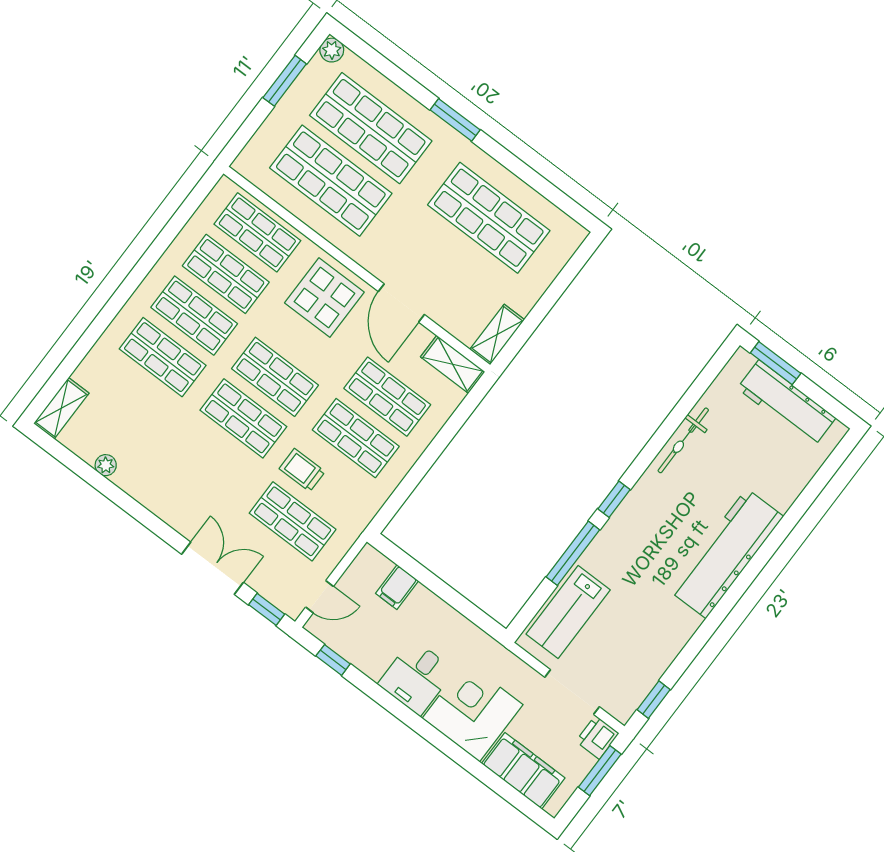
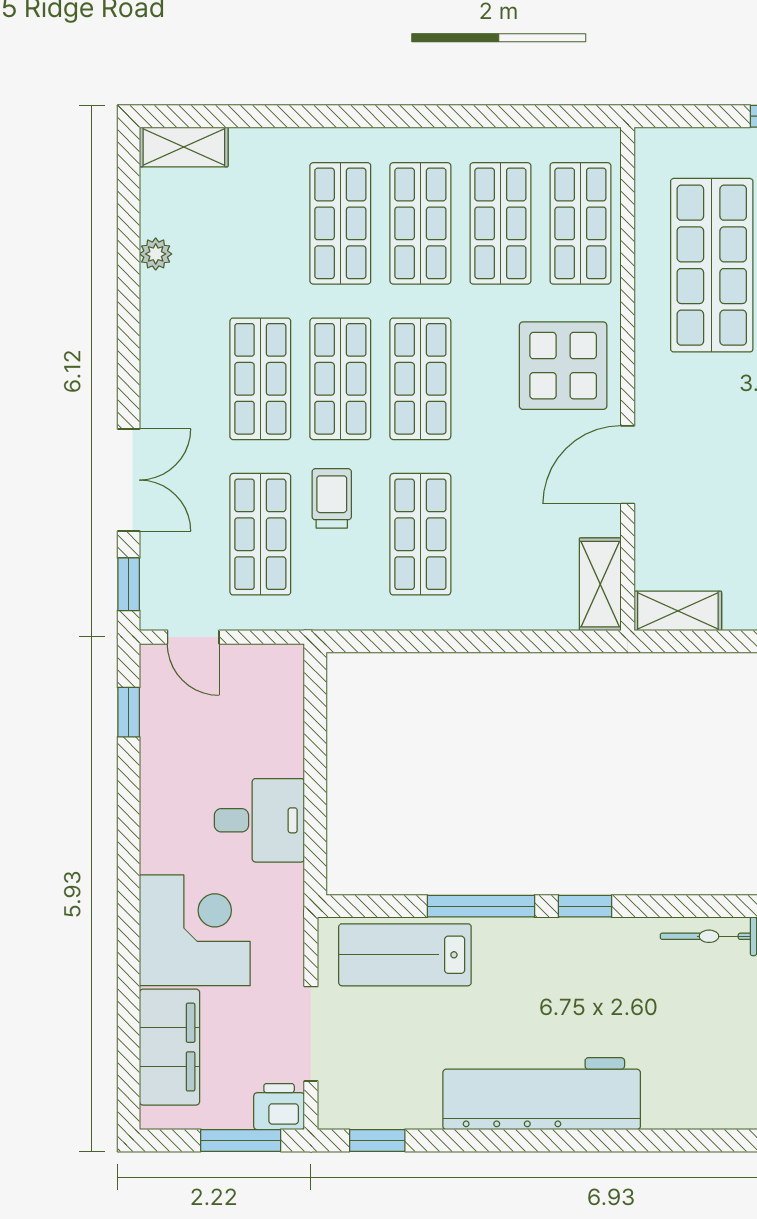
shop shelf: (387, 397) -> (260, 379), moved
workbench: (726, 554) -> (542, 1094), moved
filing cabinet: (397, 587) -> (277, 723), removed
desk: (416, 677) -> (259, 820), moved, turned 180

